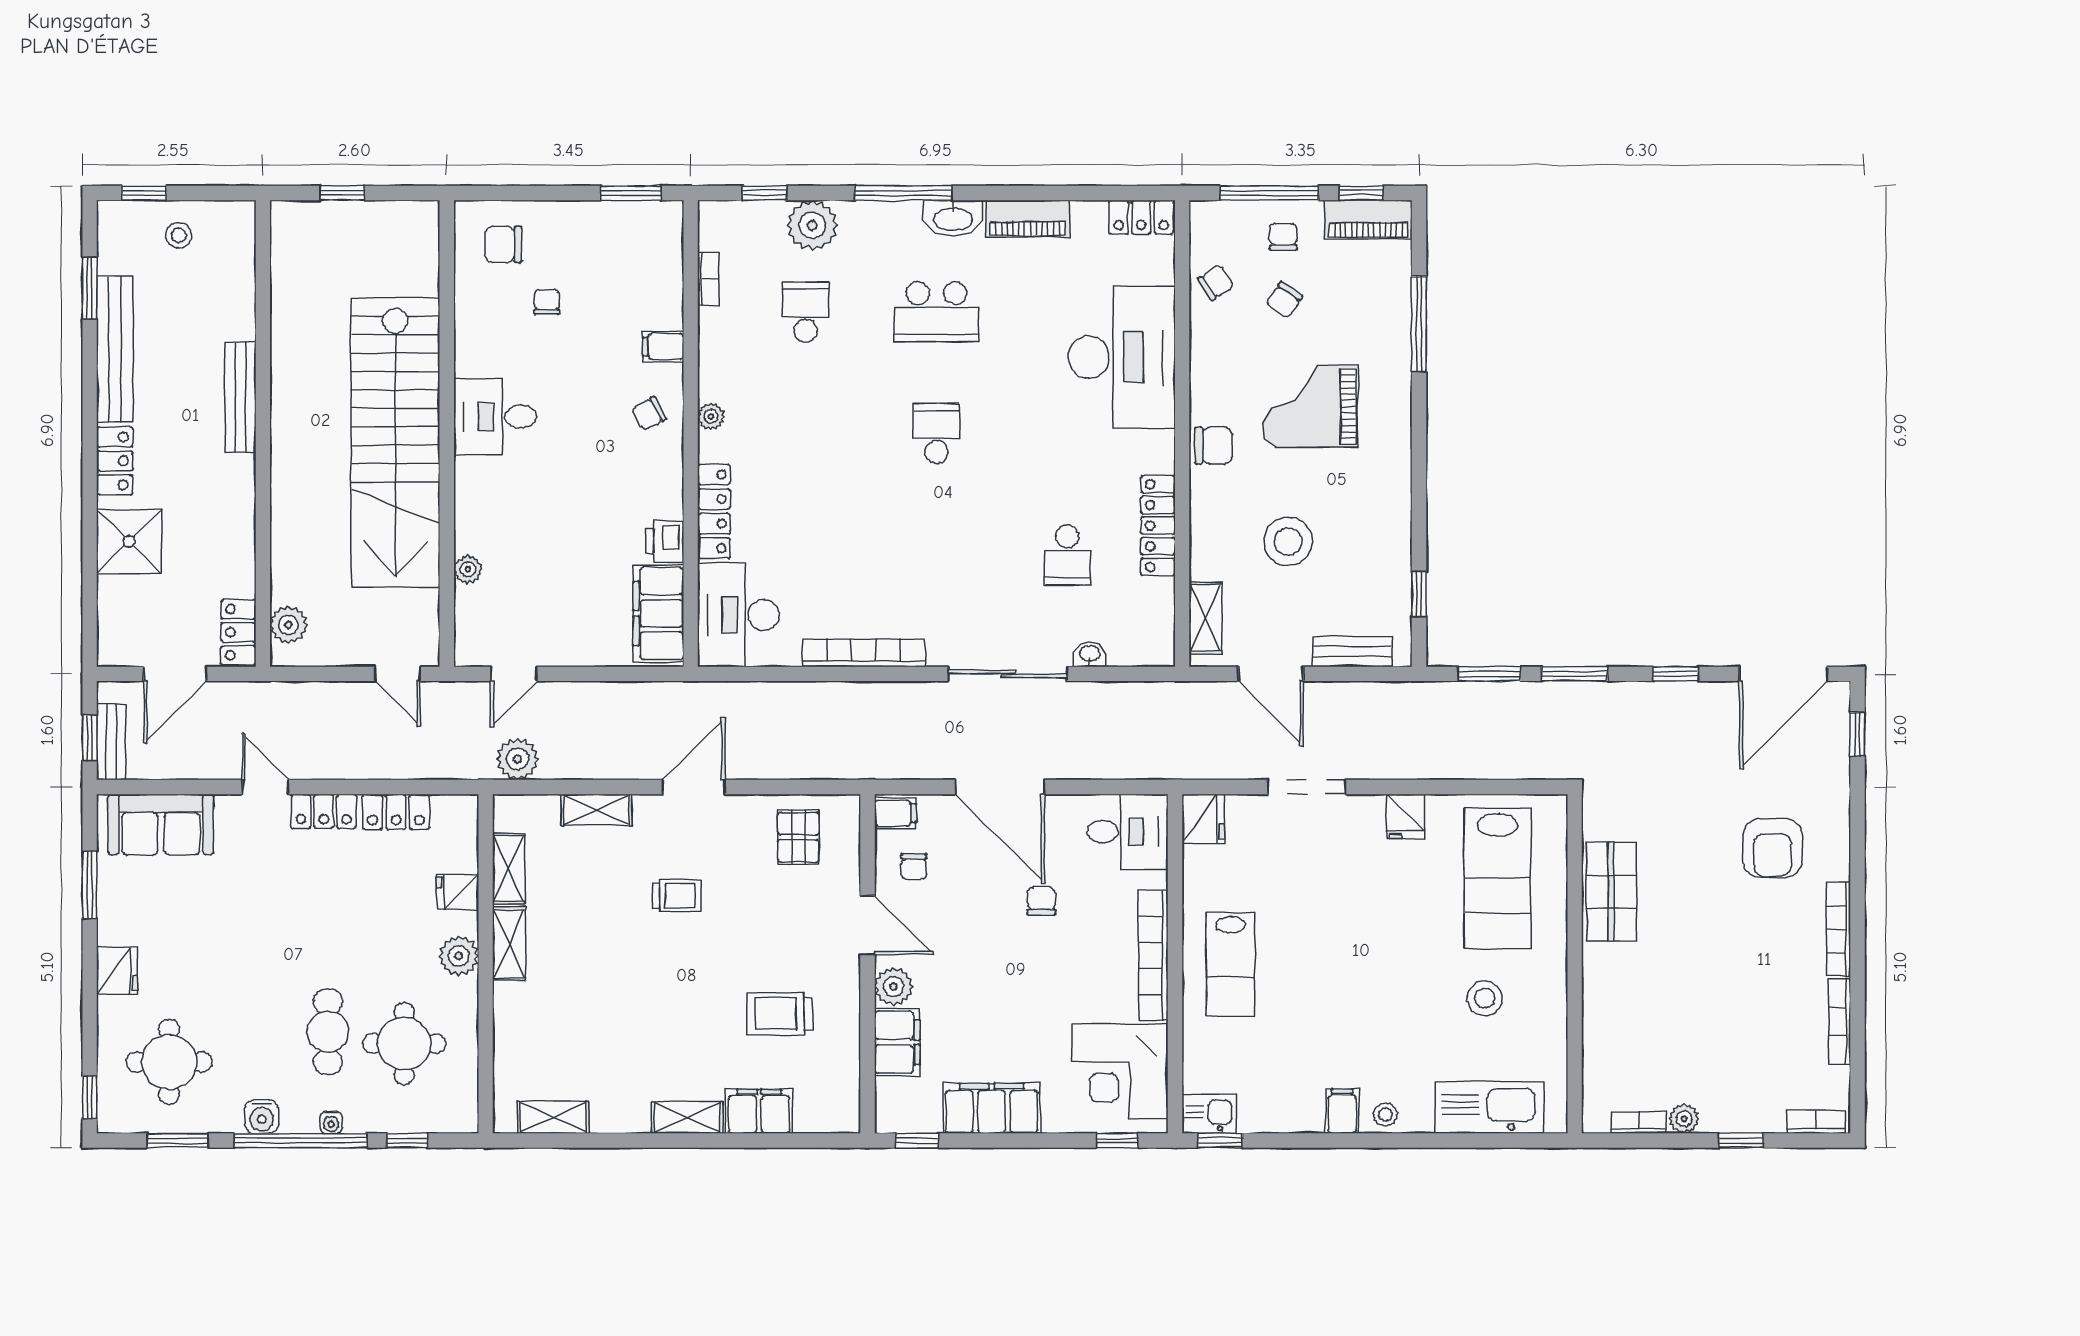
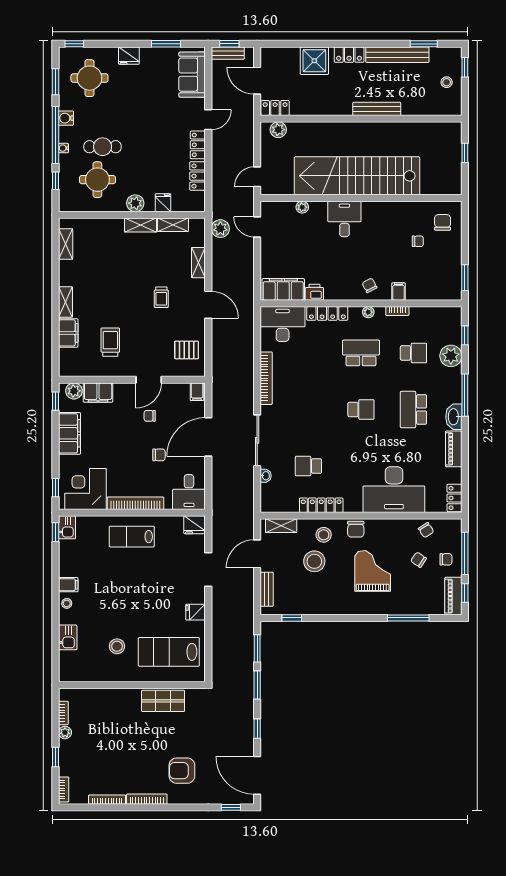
bookcase: (708, 279) -> (397, 311), moved
desk: (495, 417) -> (344, 219), moved
school desk: (805, 433) -> (361, 353), added
stool: (1226, 520) -> (324, 535), added
chair: (914, 867) -> (150, 416), moved
plant: (893, 987) -> (74, 391), moved
kitchen sink: (1490, 1107) -> (68, 637), width x0.53, depth x0.81

